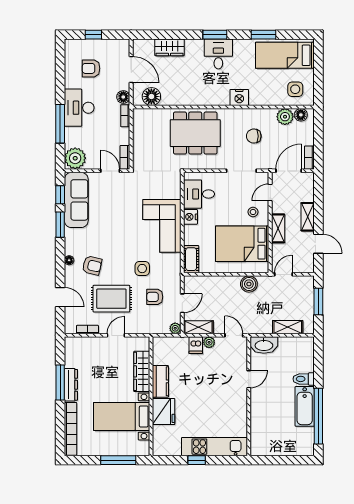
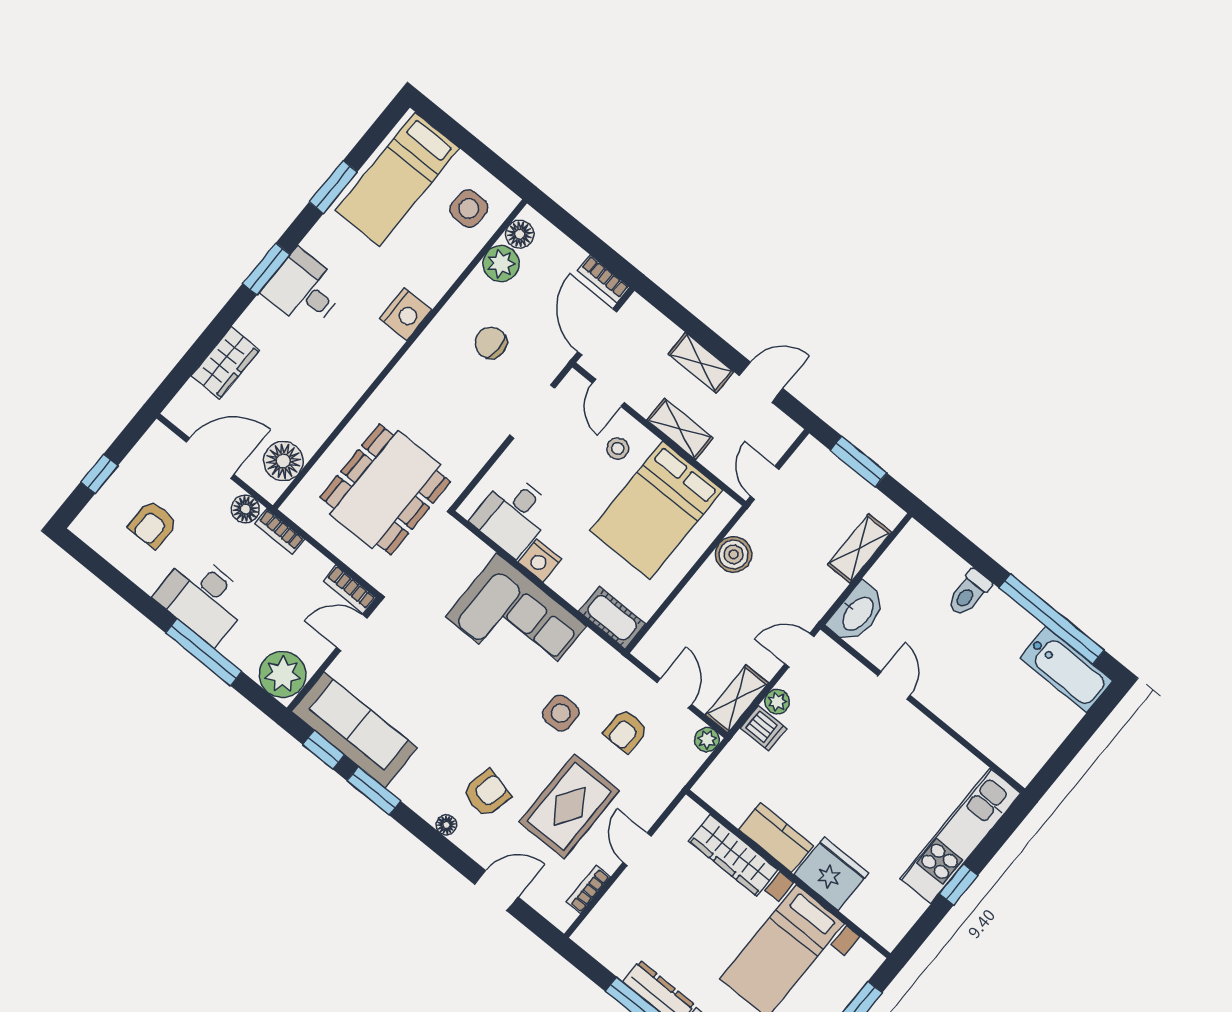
dining table: (195, 133) -> (385, 489), moved
chair: (254, 136) -> (491, 343), turned 90
bathtub: (305, 406) -> (1066, 669), moved

